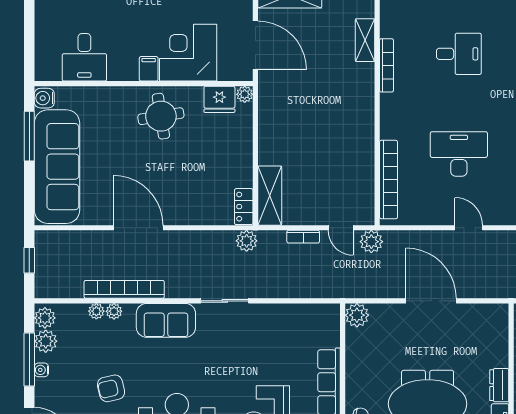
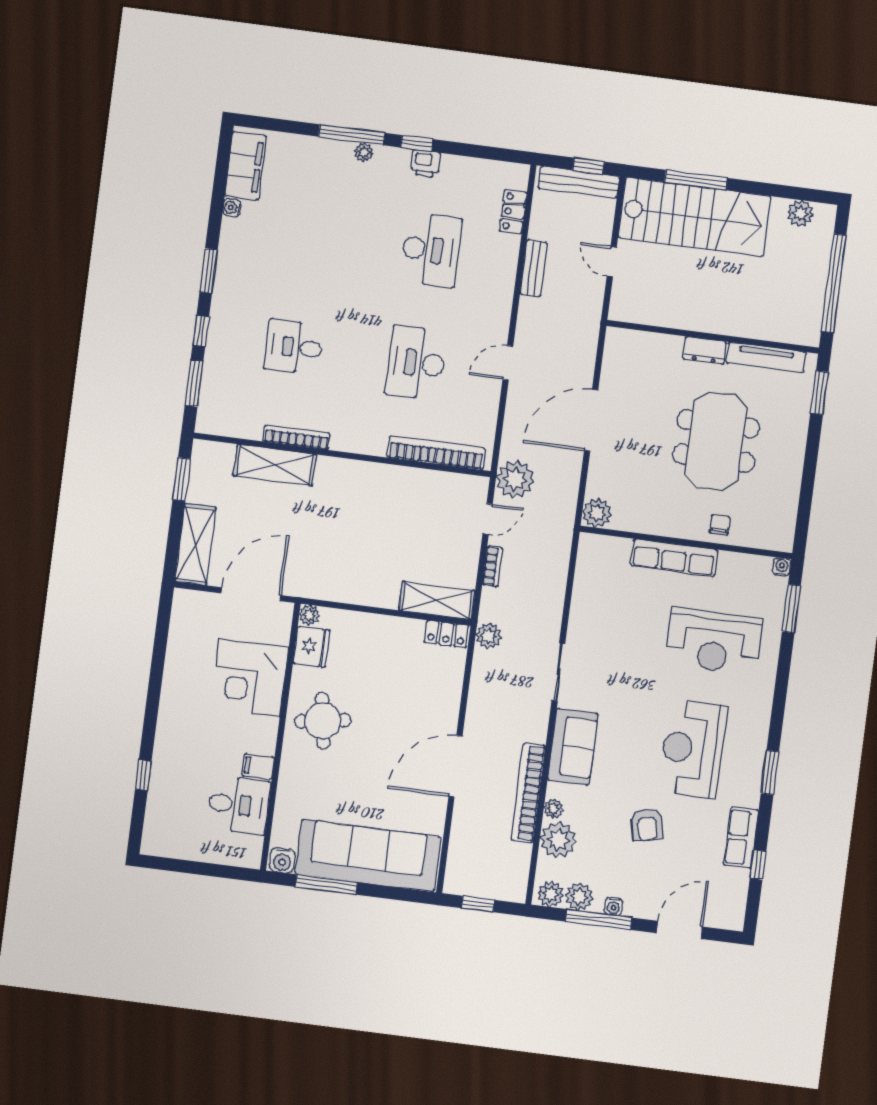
shelving: (365, 40) -> (275, 465), width x1.50, depth x1.33
desk: (459, 54) -> (294, 347), turned -90
filing cabinet: (149, 69) -> (258, 767), moved
plant: (371, 242) -> (515, 479), width x1.36, depth x1.36
plant: (96, 311) -> (558, 840), width x1.88, depth x1.88

